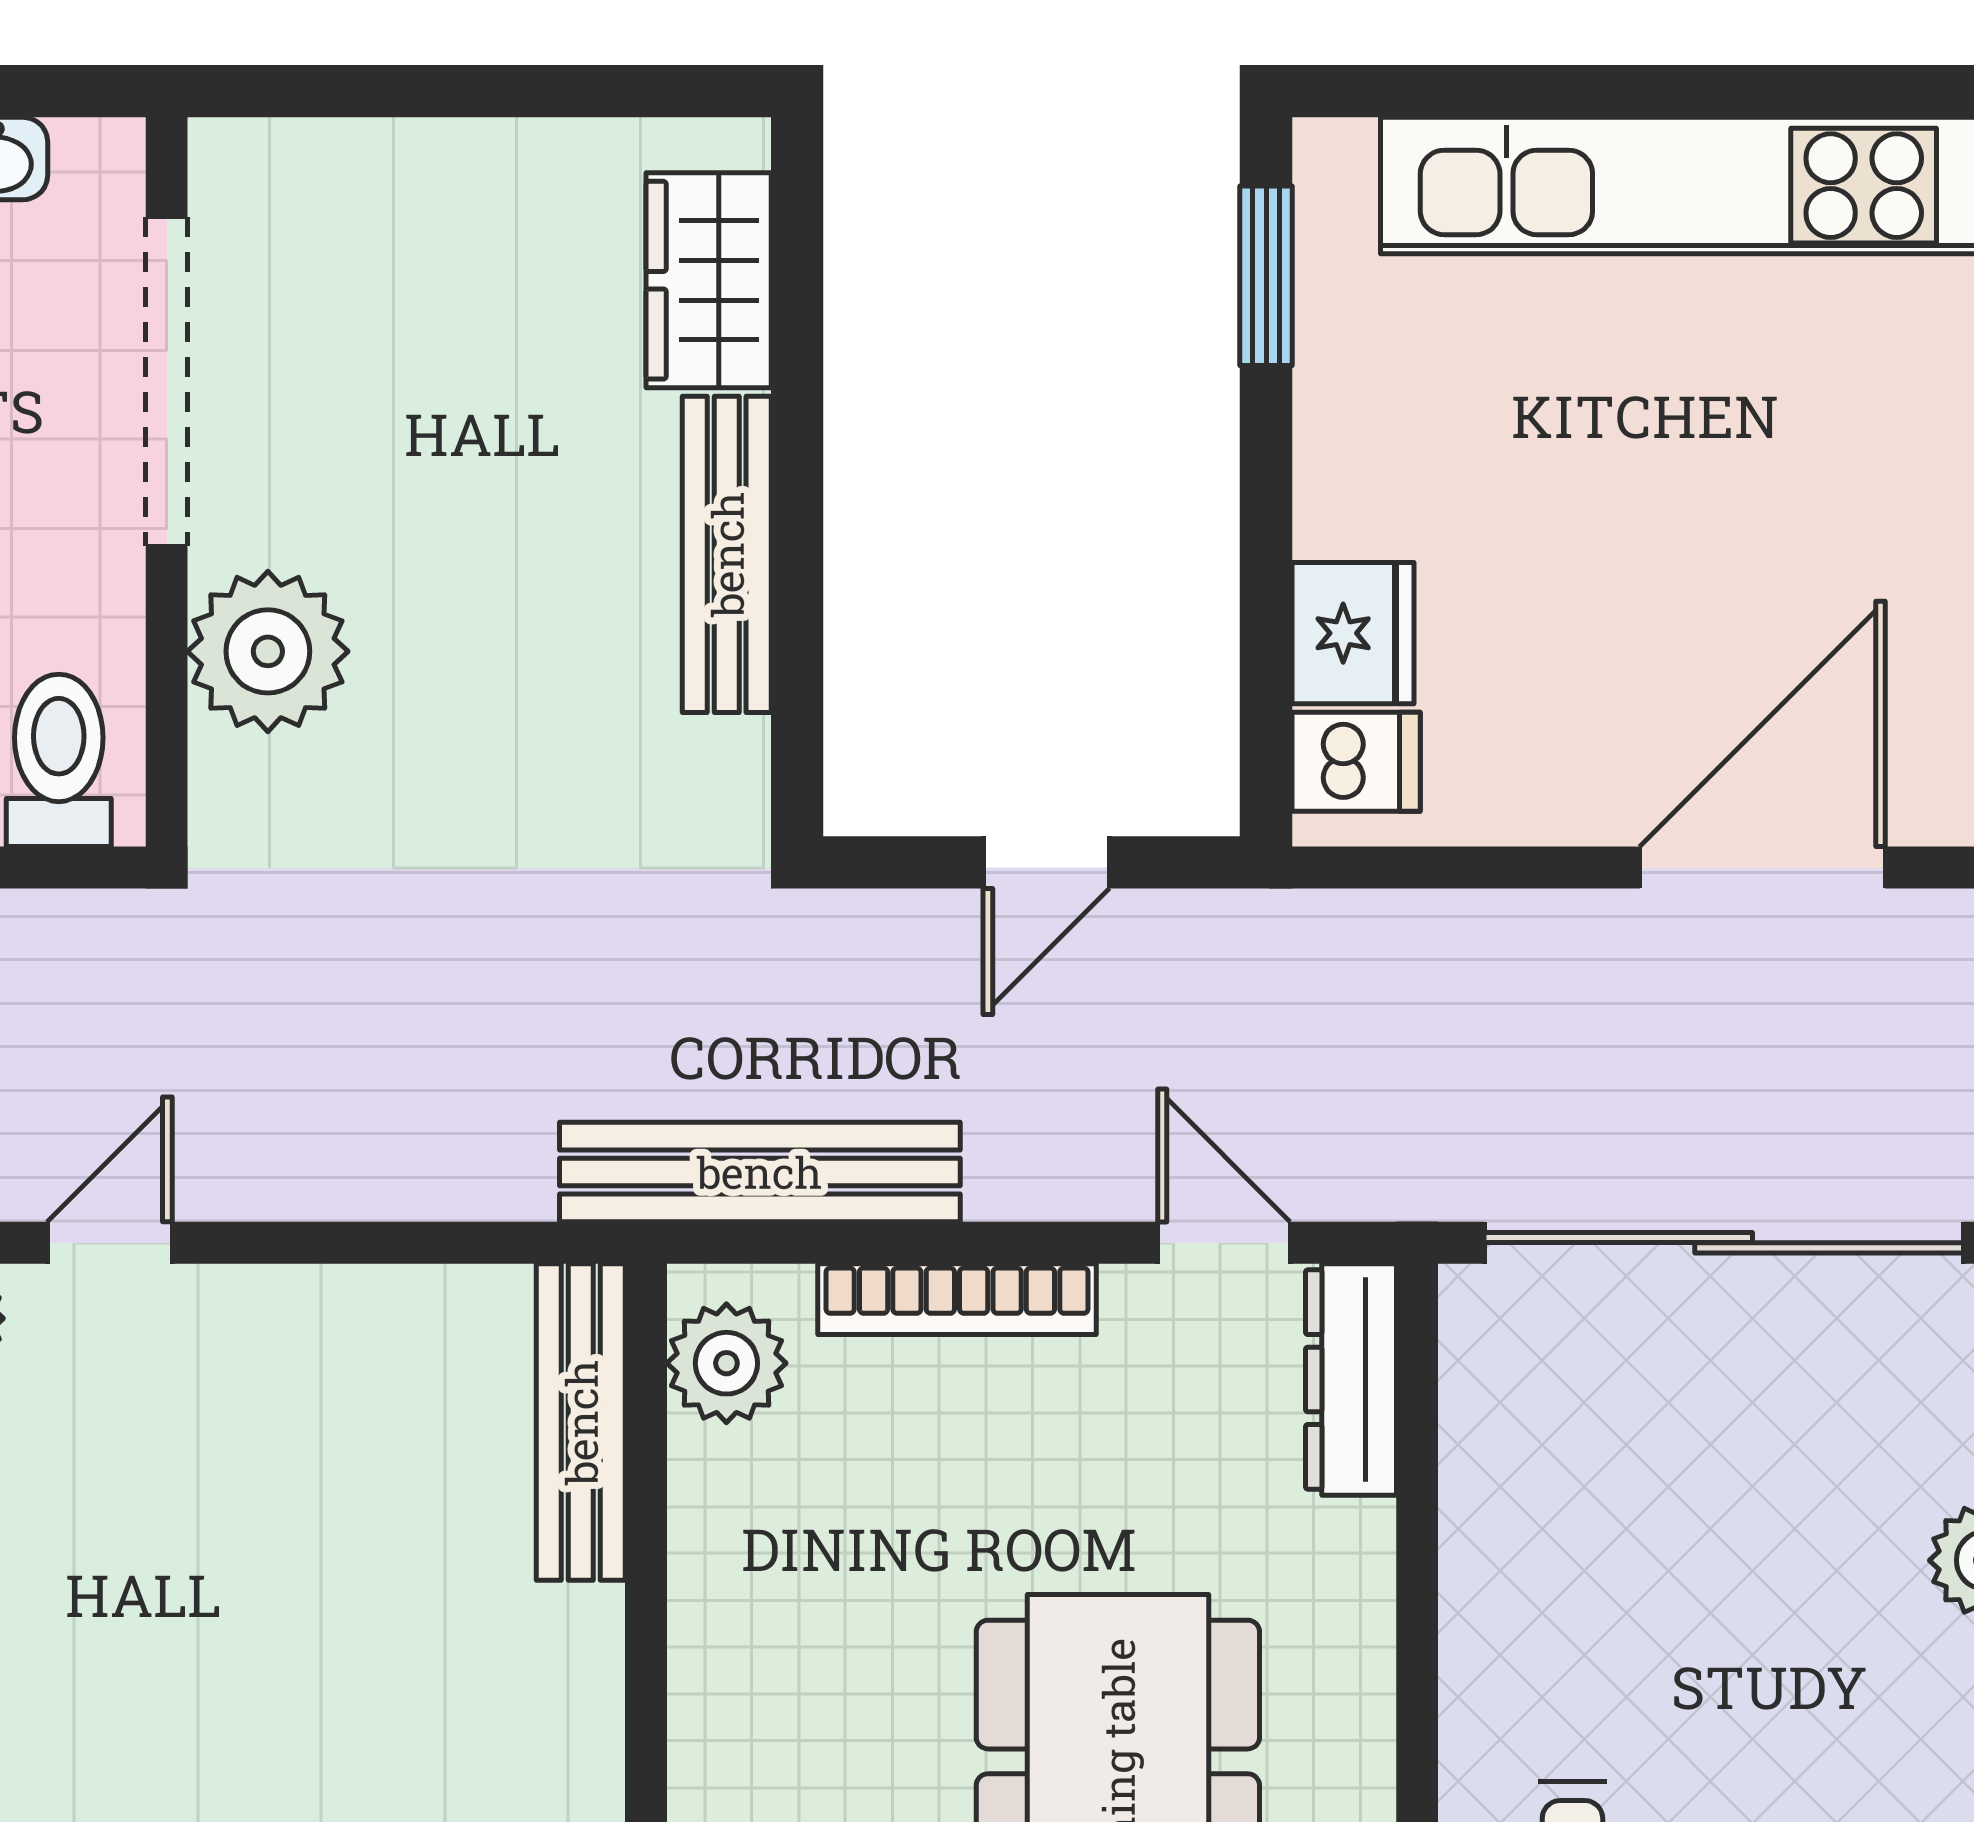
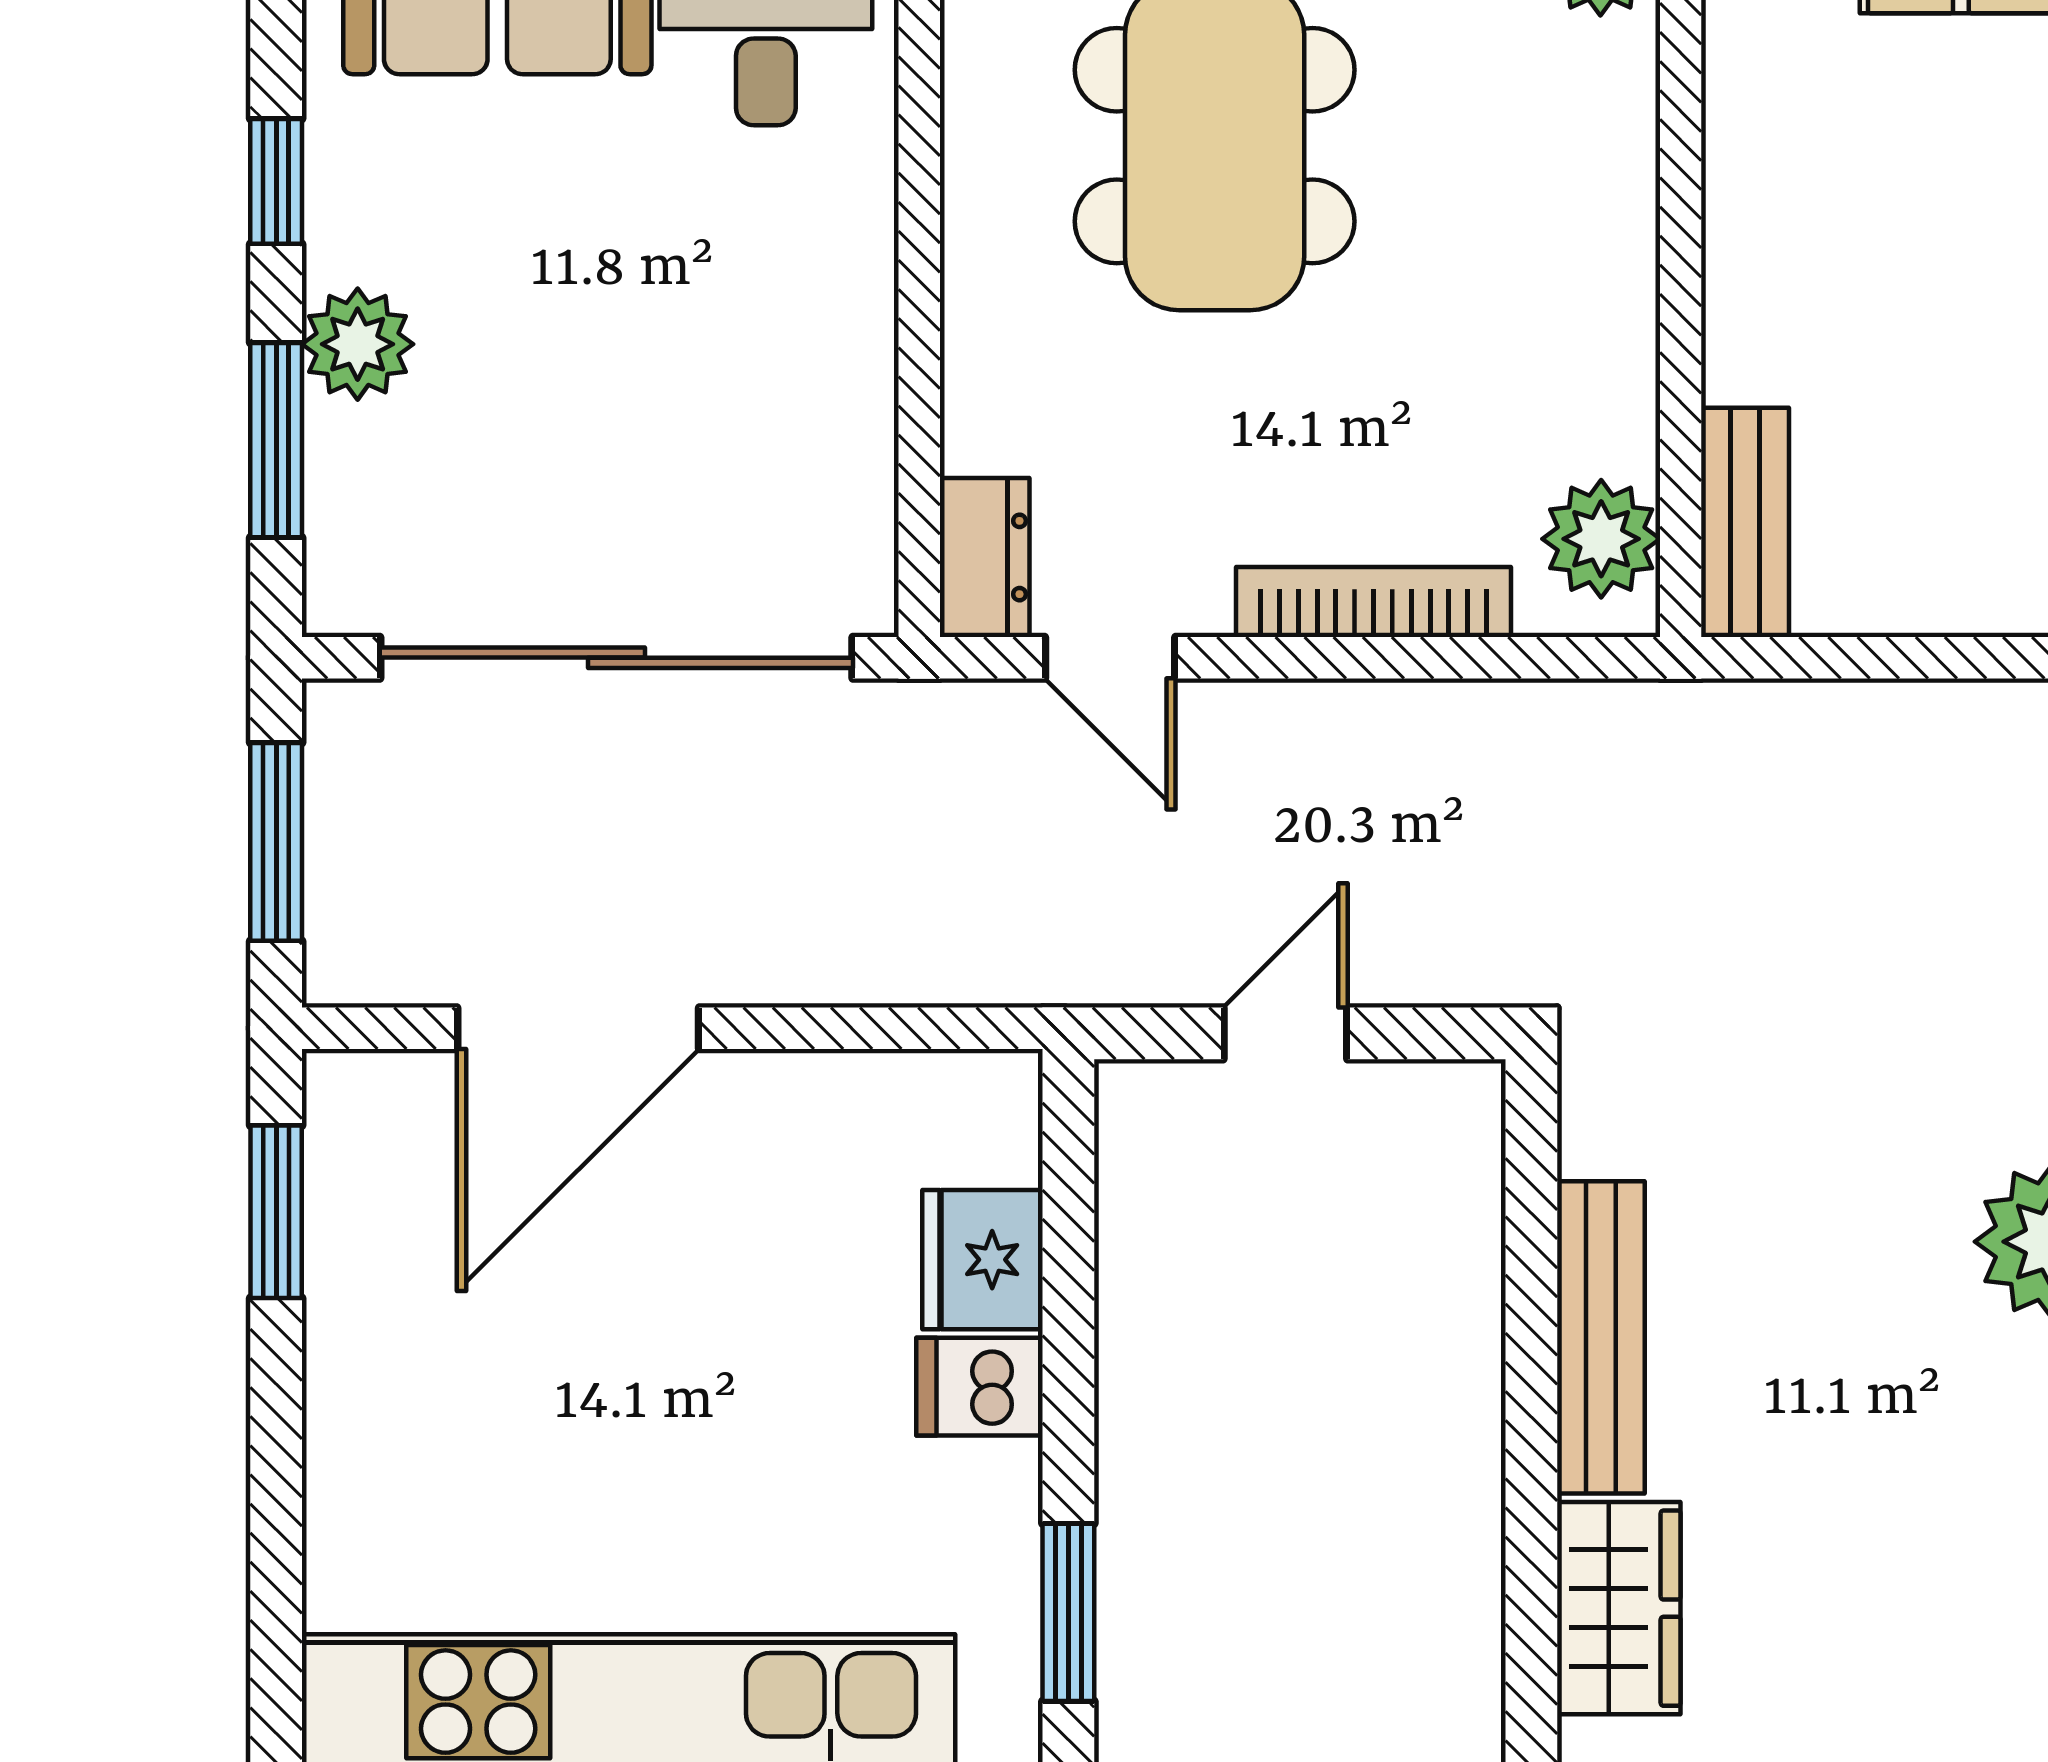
dishwasher: (1356, 762) -> (979, 1387), moved
bench: (760, 1172) -> (1568, 728), removed
dresser: (1351, 1379) -> (985, 557), width x0.70
bench: (581, 1422) -> (1745, 522), width x0.73

